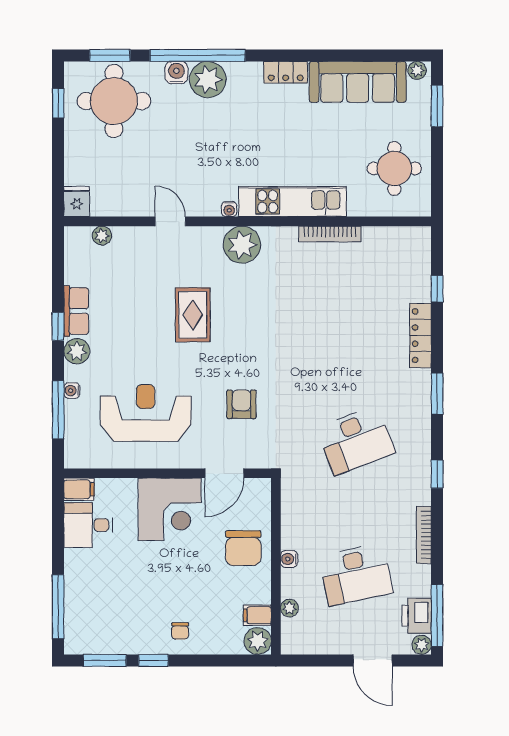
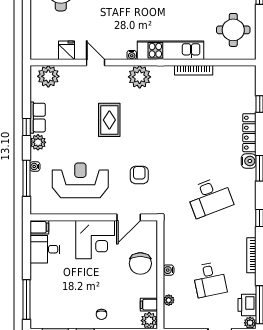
fridge: (77, 202) -> (66, 50), moved
plant: (102, 236) -> (48, 76), width x1.87, depth x1.87
water cooler: (419, 382) -> (249, 161), added
desk: (356, 574) -> (210, 280), width x0.73

